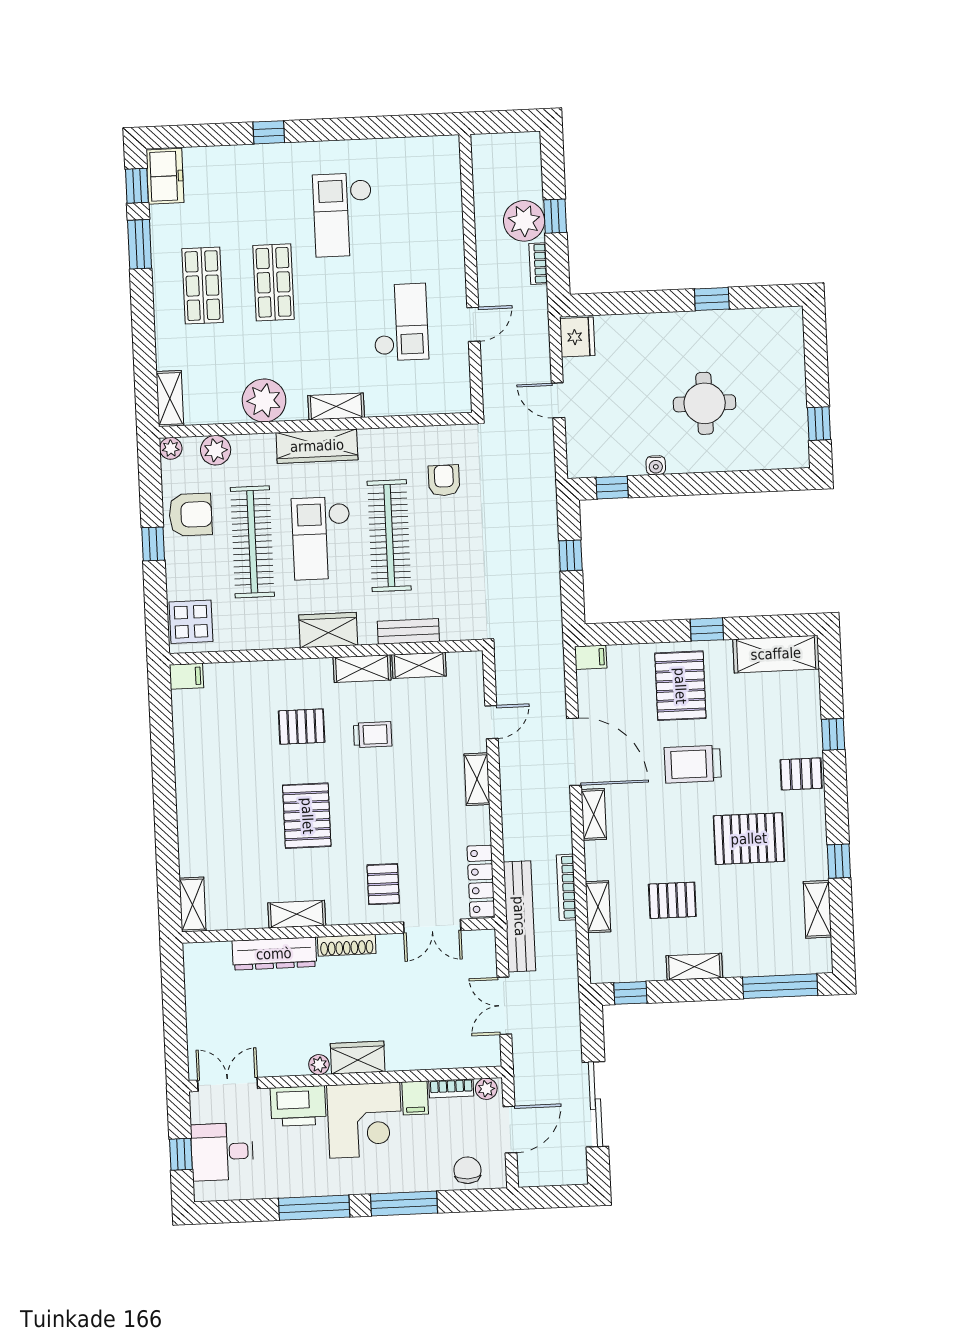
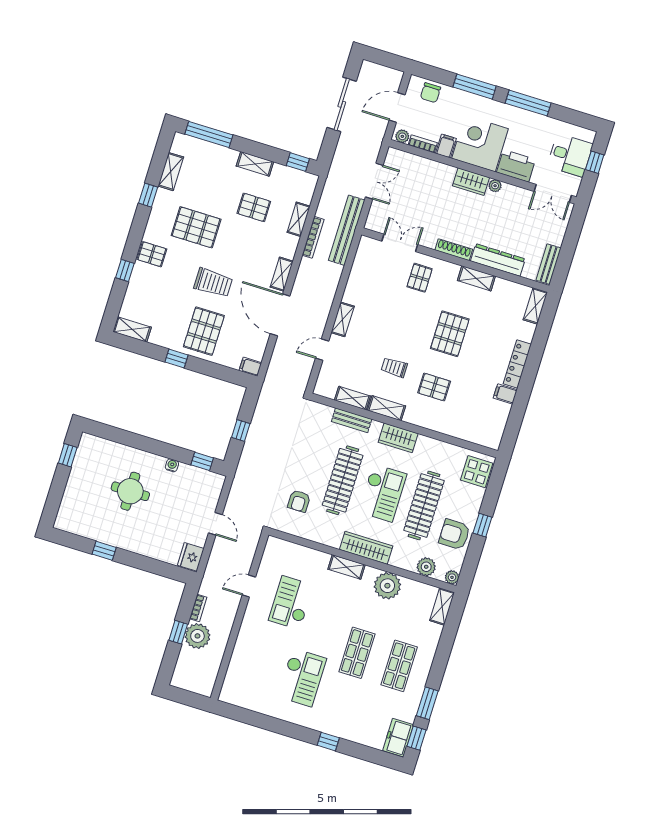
shelving: (776, 654) -> (132, 329), width x0.67, depth x0.75
filing cabinet: (186, 676) -> (505, 394), moved
locker: (481, 881) -> (517, 364), moved, turned 180
bench: (195, 975) -> (549, 264), added

